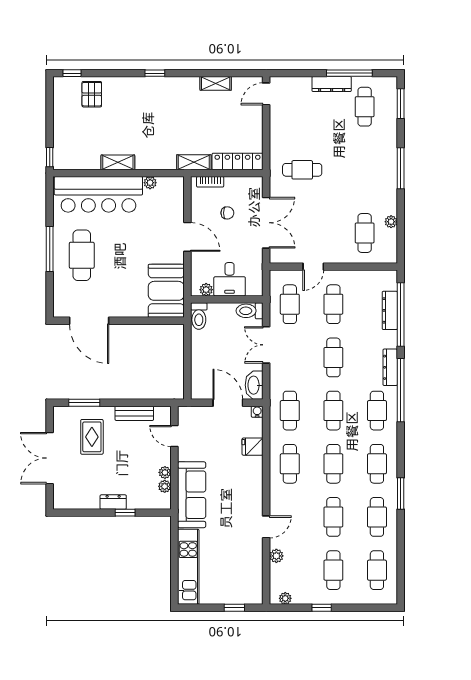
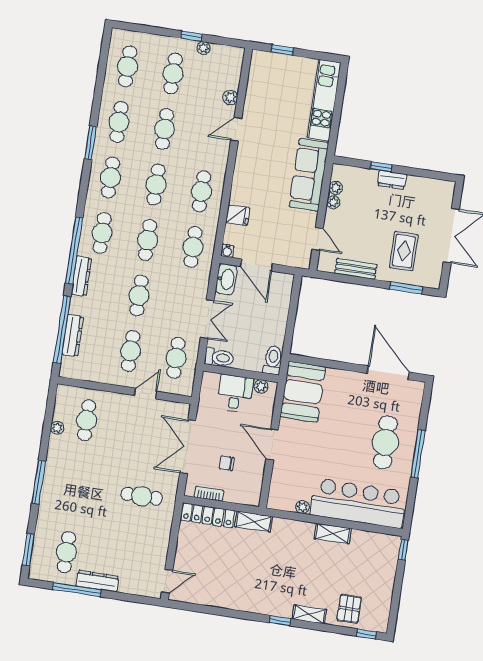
shelving: (216, 83) -> (309, 614), moved
bookcase: (210, 182) -> (209, 494), moved
plant: (285, 598) -> (204, 48), moved

